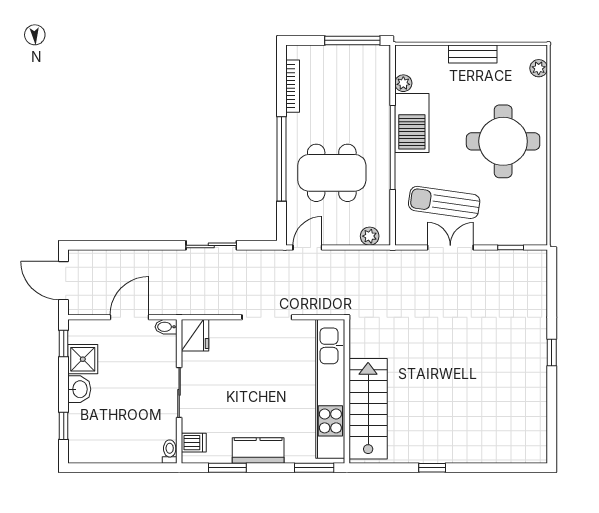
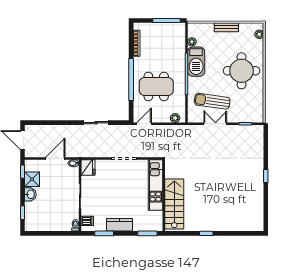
kitchen unit: (330, 389) -> (155, 185), width x0.73

